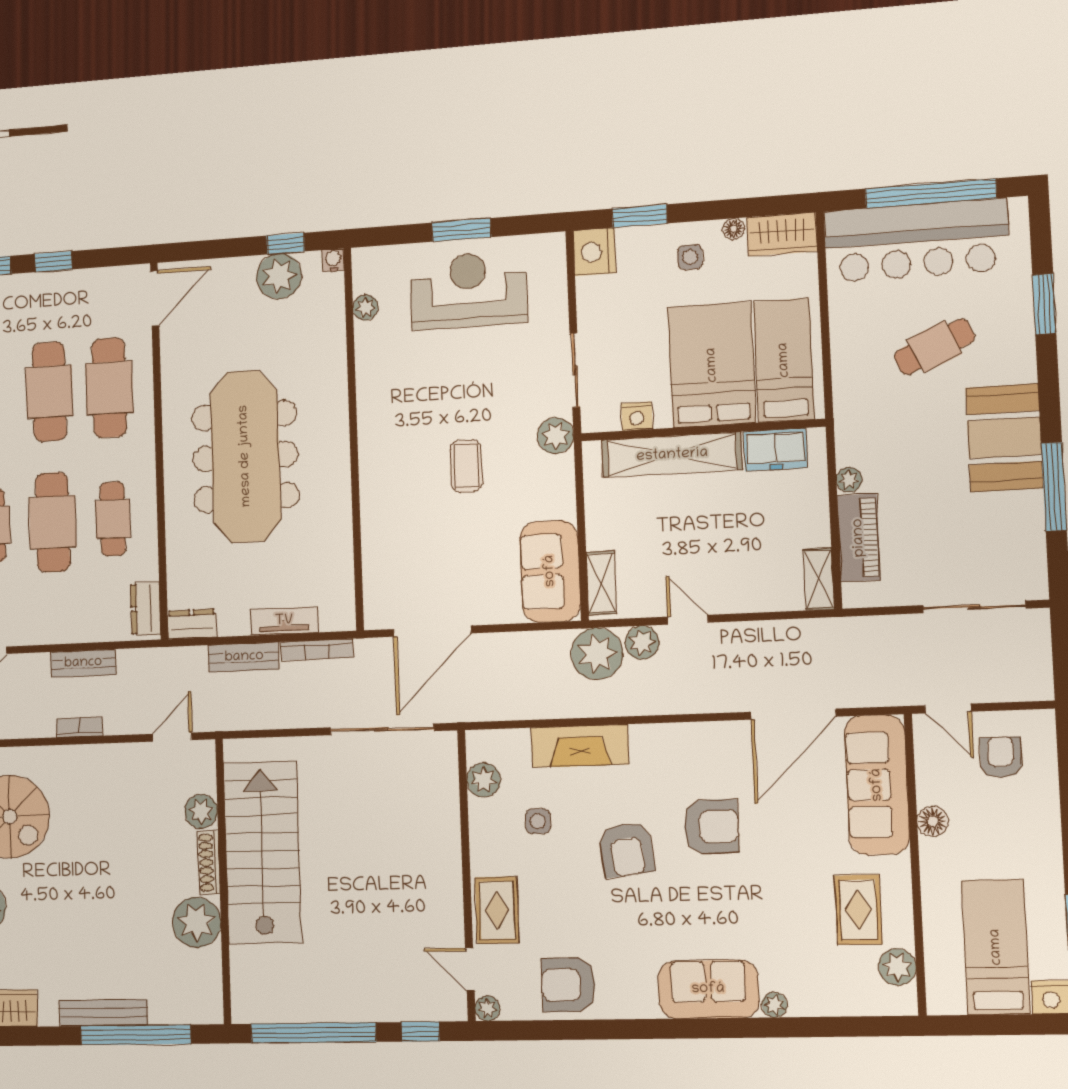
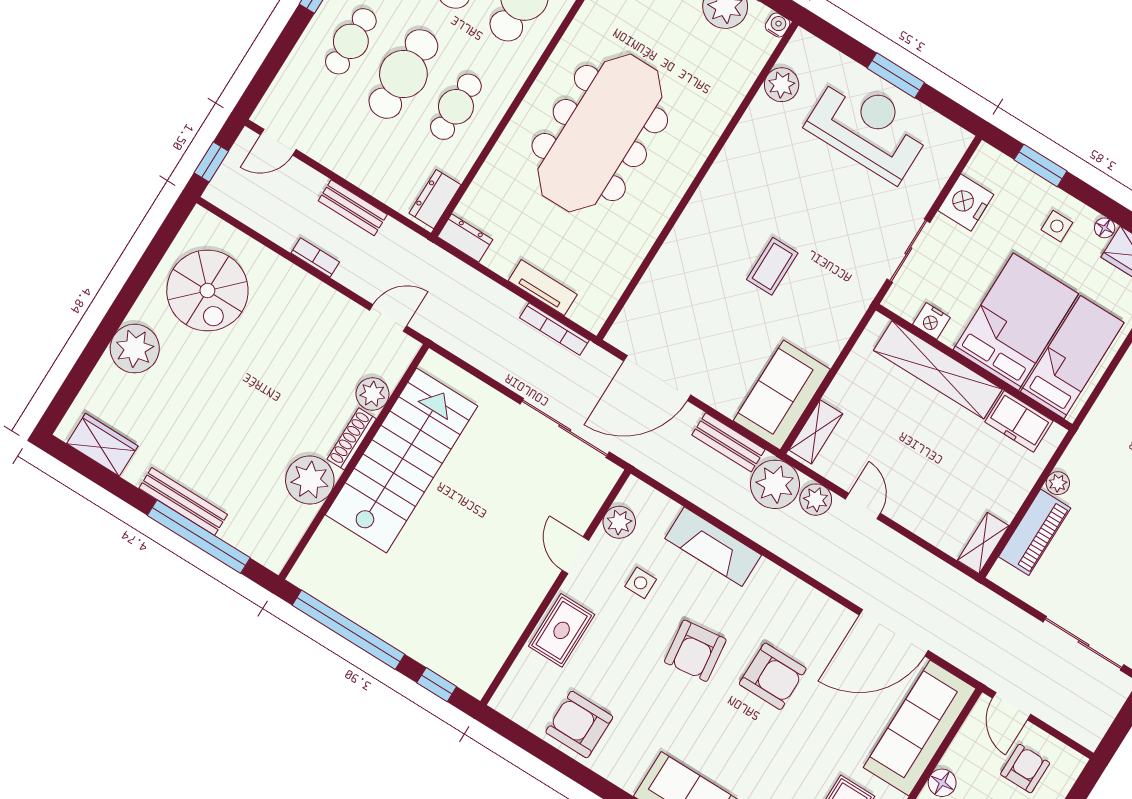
nightstand: (595, 252) -> (966, 203), moved
plant: (365, 308) -> (782, 85), width x1.38, depth x1.38
plant: (555, 436) -> (858, 292), removed
bench: (244, 657) -> (728, 442), moved
door: (470, 969) -> (575, 555), moved
plant: (487, 1008) -> (503, 701), removed

